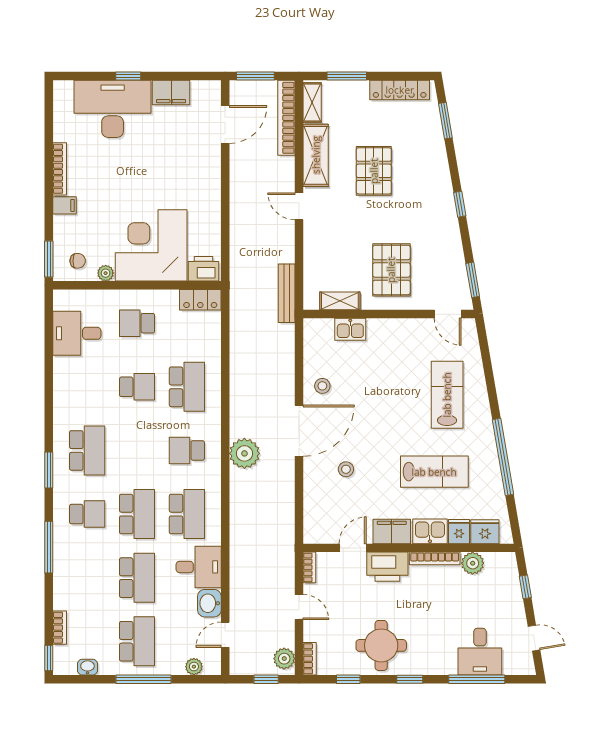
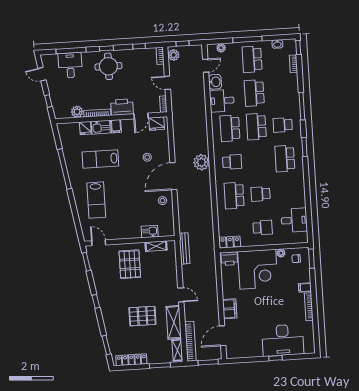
filing cabinet: (171, 93) -> (230, 309), moved, turned 90
pallet: (374, 171) -> (142, 316), turned 90
filing cabinet: (392, 531) -> (116, 126), width x0.50
fridge: (485, 532) -> (157, 124), moved
round table: (381, 645) -> (108, 66), moved

